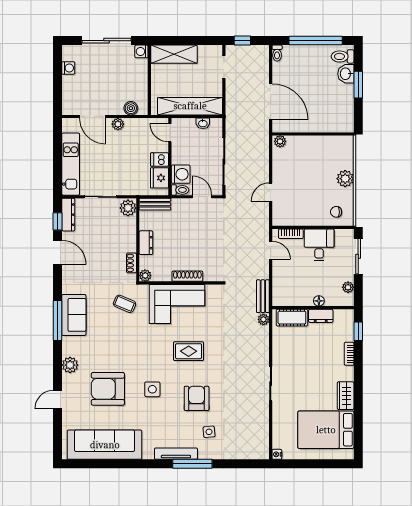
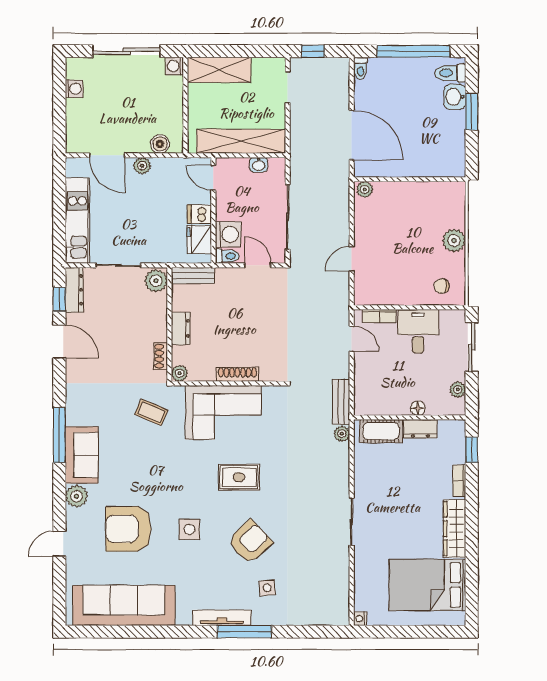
sofa: (74, 315) -> (82, 455), moved
wardrobe: (346, 396) -> (455, 529), width x1.50
armchair: (197, 398) -> (250, 542), turned 47

